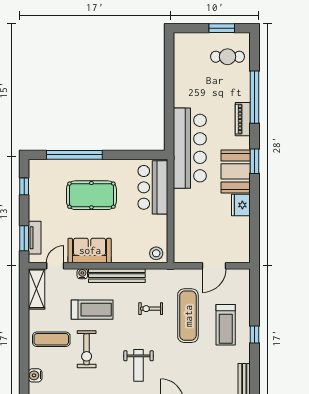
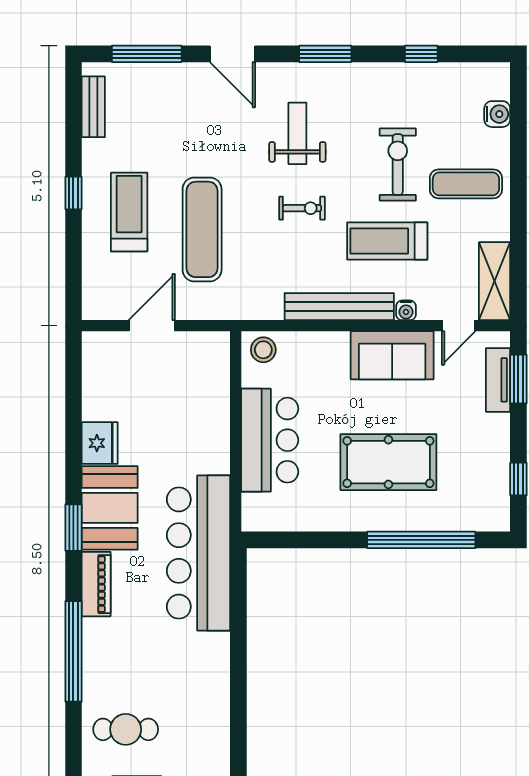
piano: (243, 119) -> (96, 584), moved
bar counter: (153, 187) -> (270, 440), moved
exercise bike: (151, 309) -> (302, 208), moved

